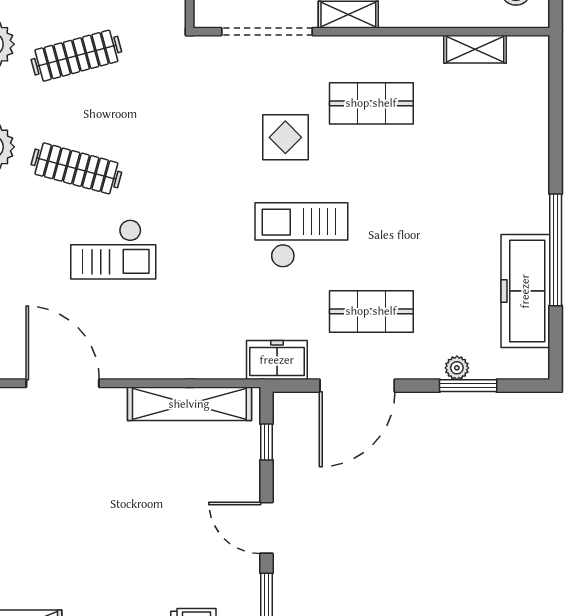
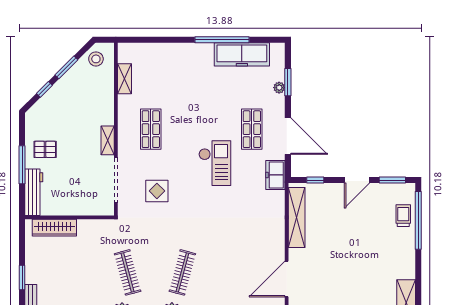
display table: (285, 137) -> (157, 191), moved
checkout: (301, 235) -> (215, 163), turned 180
checkout: (113, 249) -> (222, 255), removed

